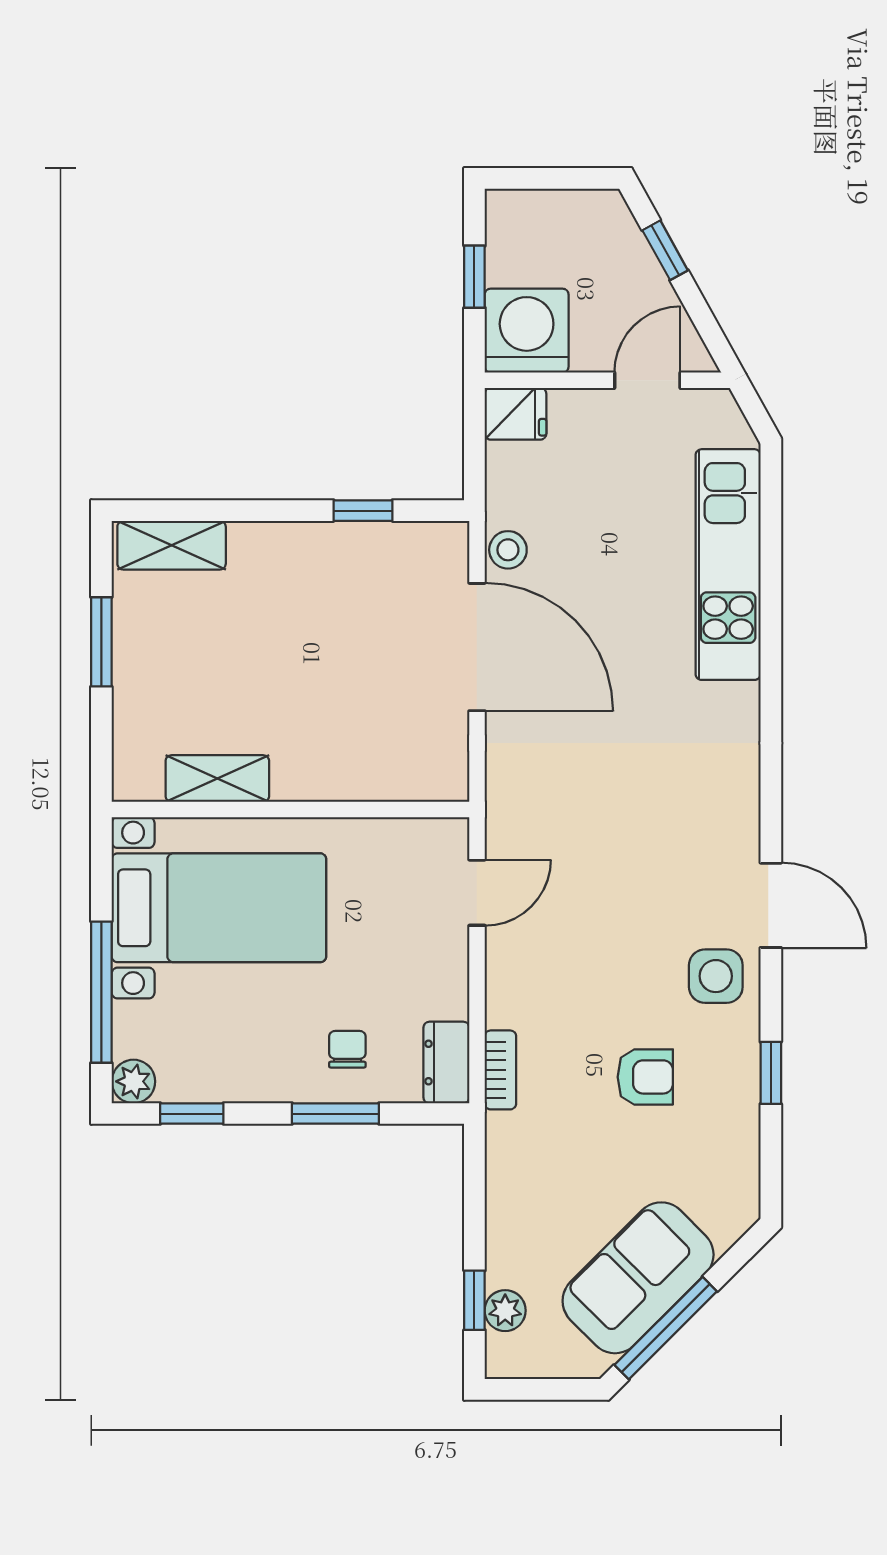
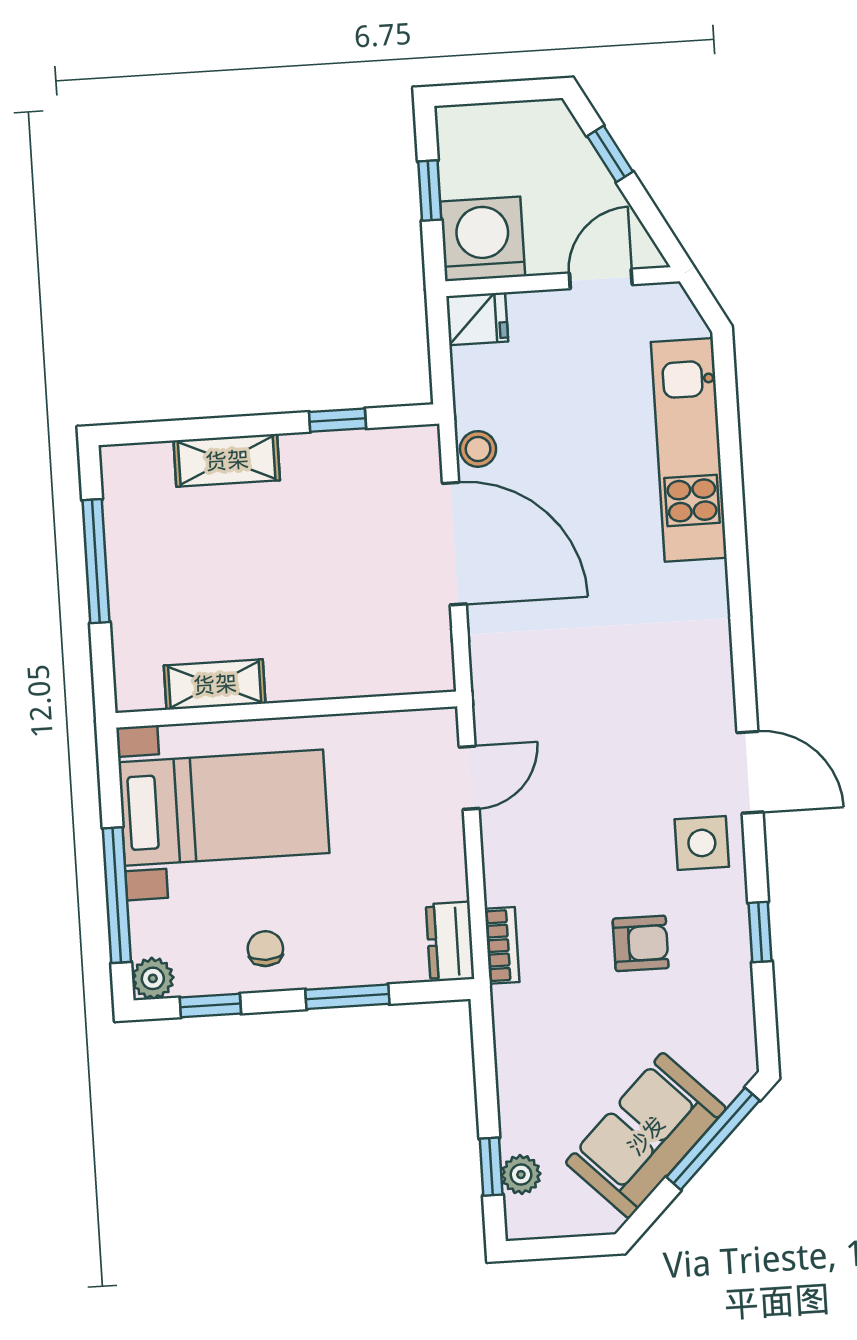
shelving: (172, 545) -> (227, 460), moved
window: (101, 642) -> (96, 561), width x1.44
chair: (347, 1049) -> (265, 949), moved
window: (666, 1328) -> (713, 1139), moved

